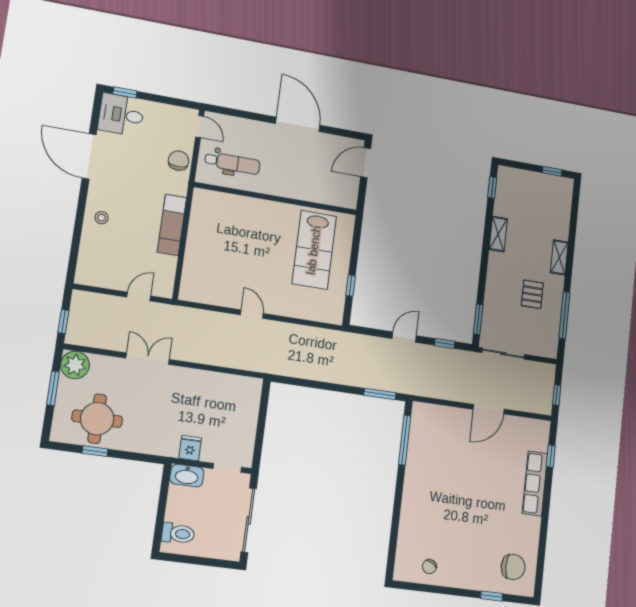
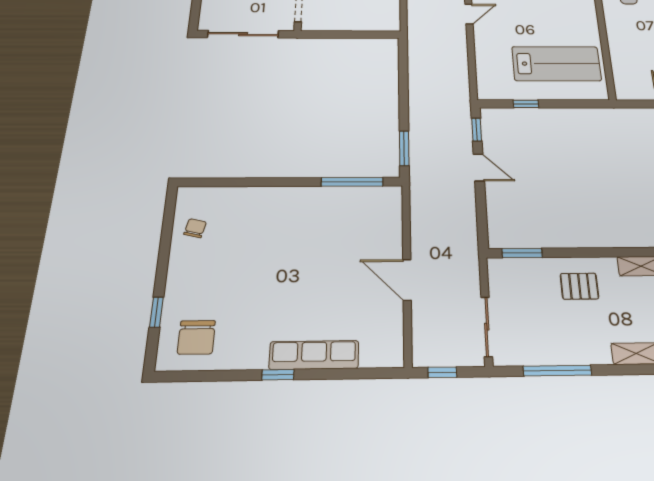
lab bench: (314, 250) -> (556, 64), turned 180
pallet: (532, 294) -> (579, 286), moved
window: (445, 343) -> (477, 130), moved
sliding door: (503, 354) -> (487, 327), moved
window: (551, 456) -> (278, 375), moved
chair: (429, 567) -> (195, 228), turned 76

